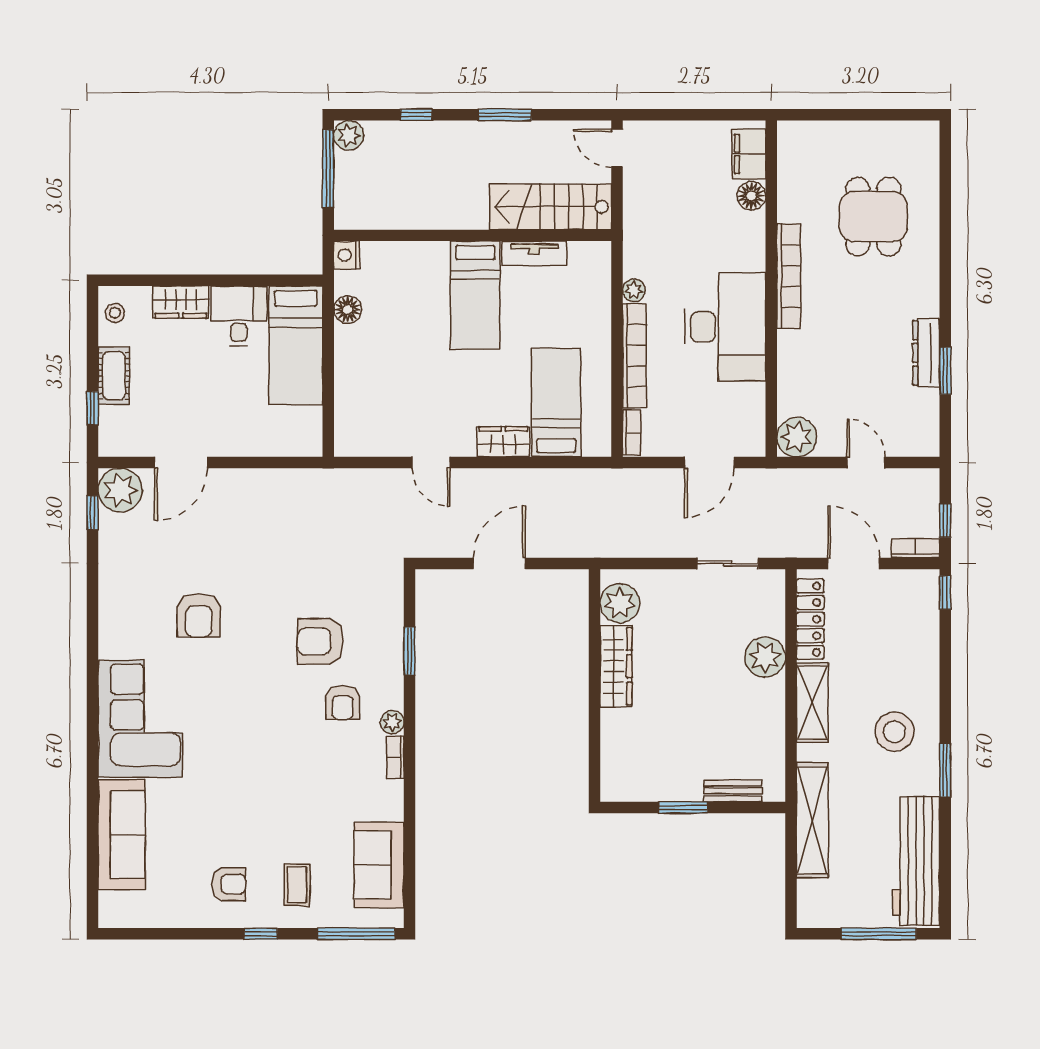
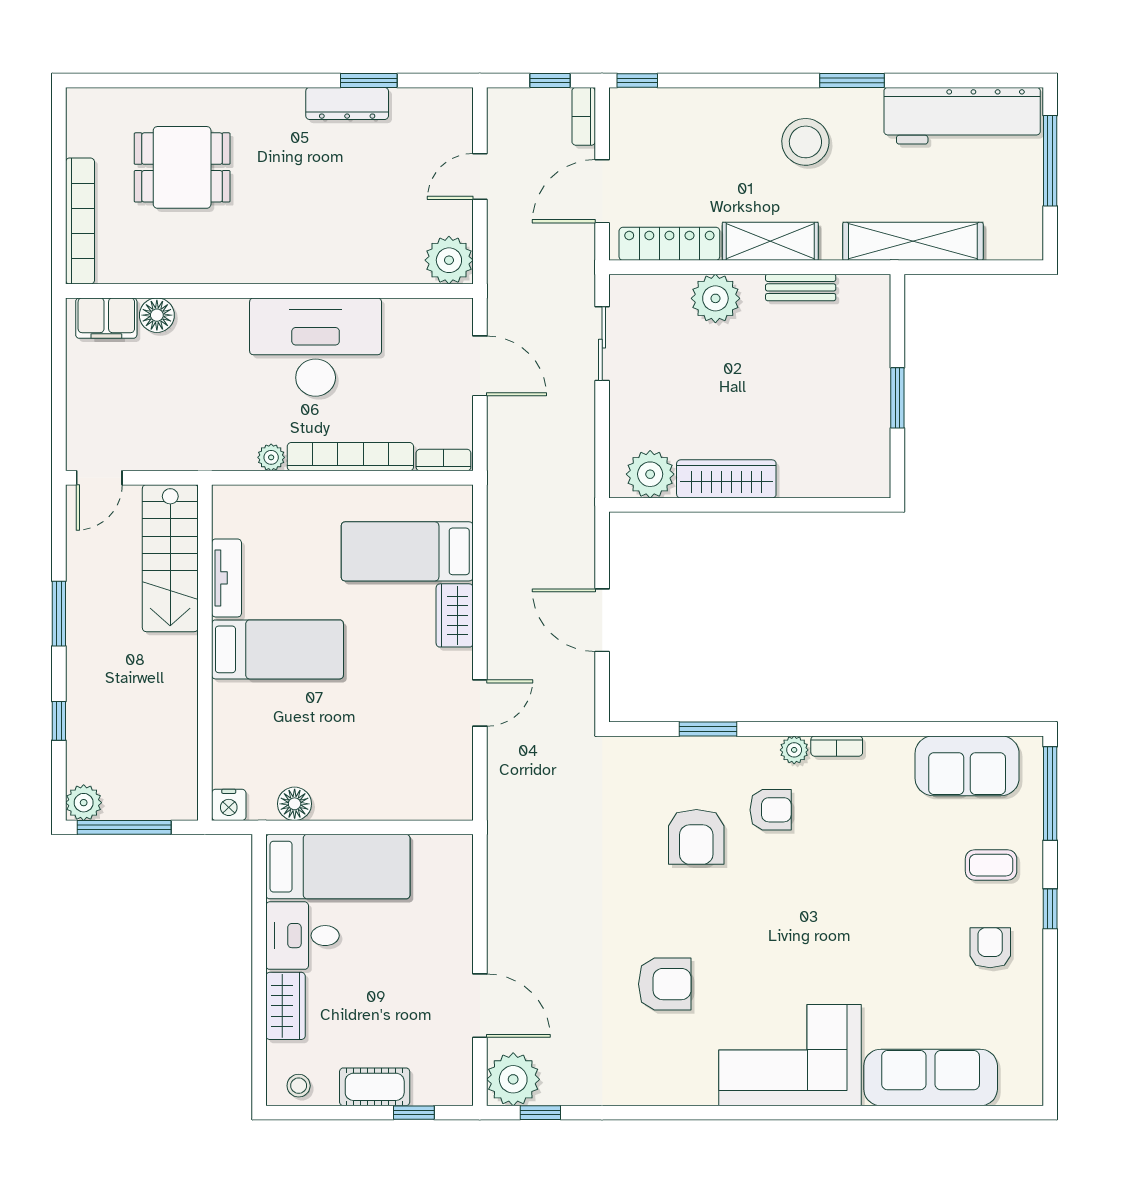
bookcase: (789, 276) -> (80, 221), moved, turned 90
bench: (733, 791) -> (801, 287), moved, turned 90

